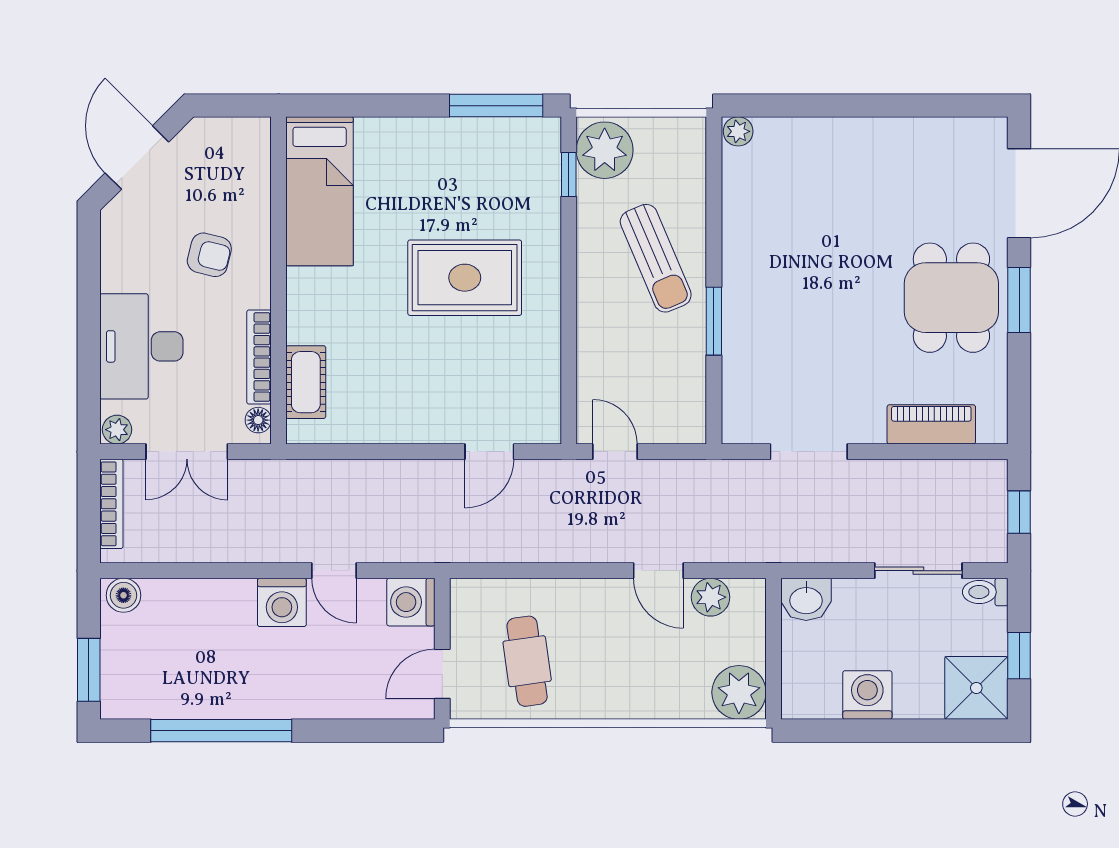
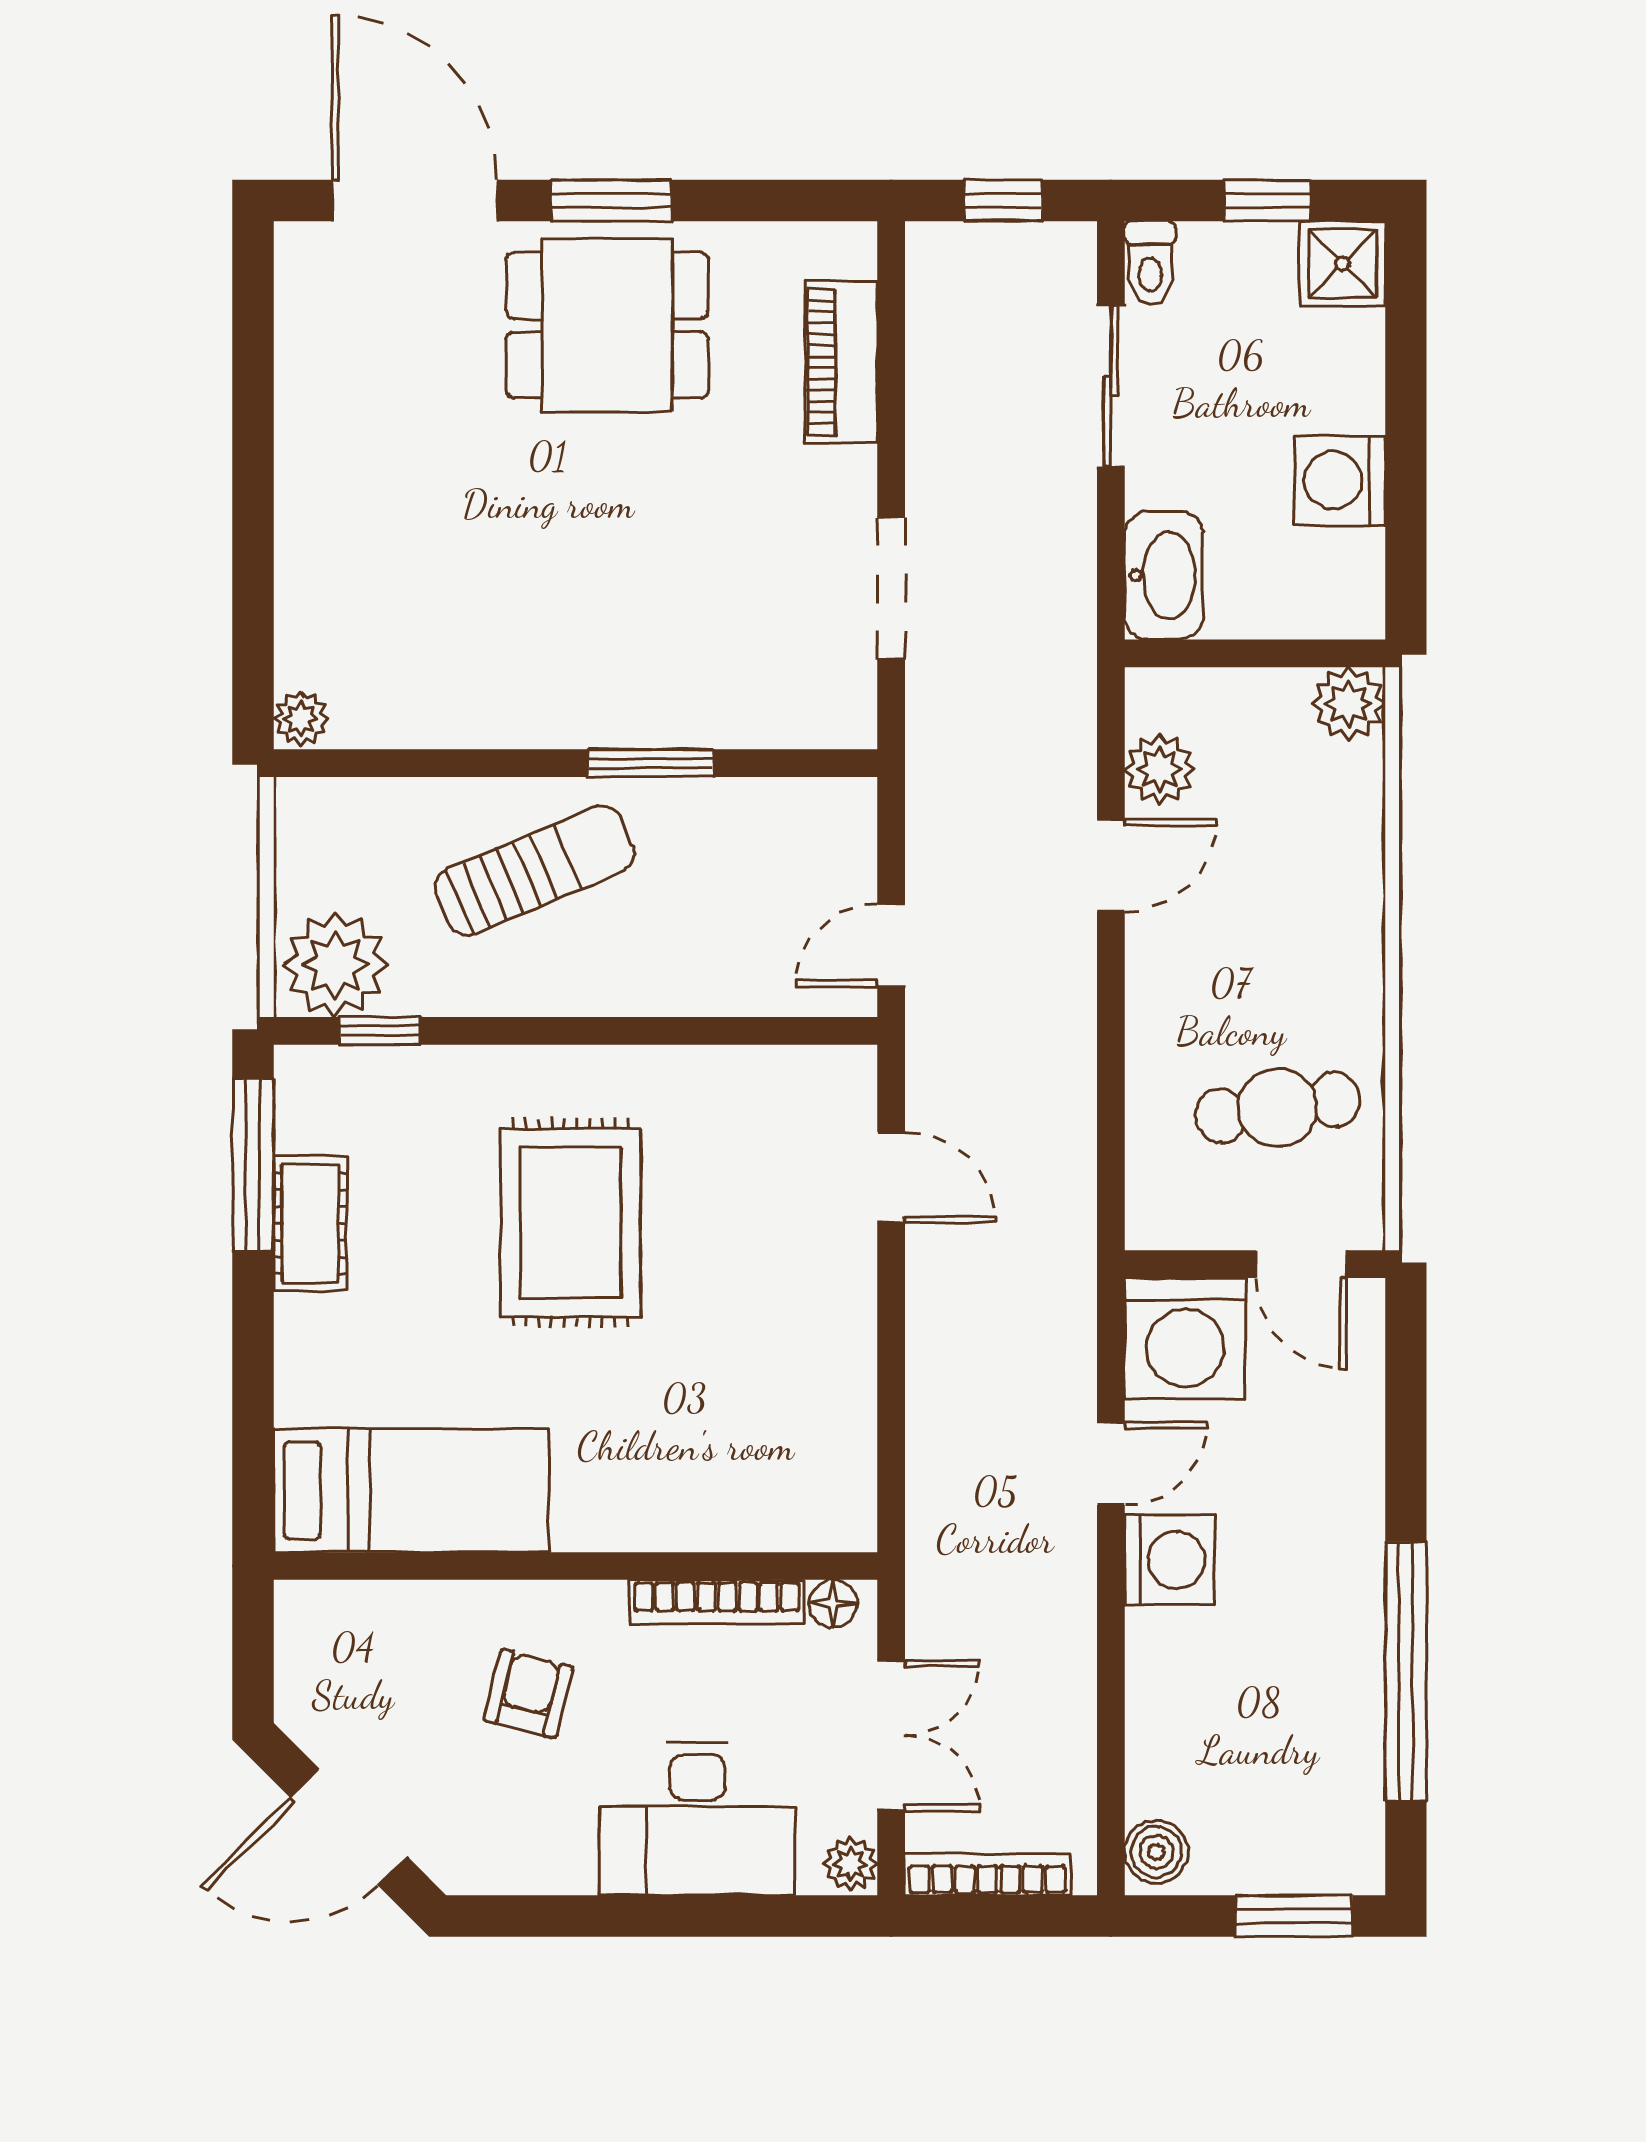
cot: (306, 382) -> (310, 1223), moved, turned 90
washbasin: (806, 599) -> (1164, 575), width x1.38
washing machine: (411, 602) -> (1185, 1338), width x1.37, depth x1.37
shower: (976, 688) -> (1343, 264), width x0.73, depth x0.73
plant: (739, 692) -> (1349, 704), width x0.73, depth x0.73

